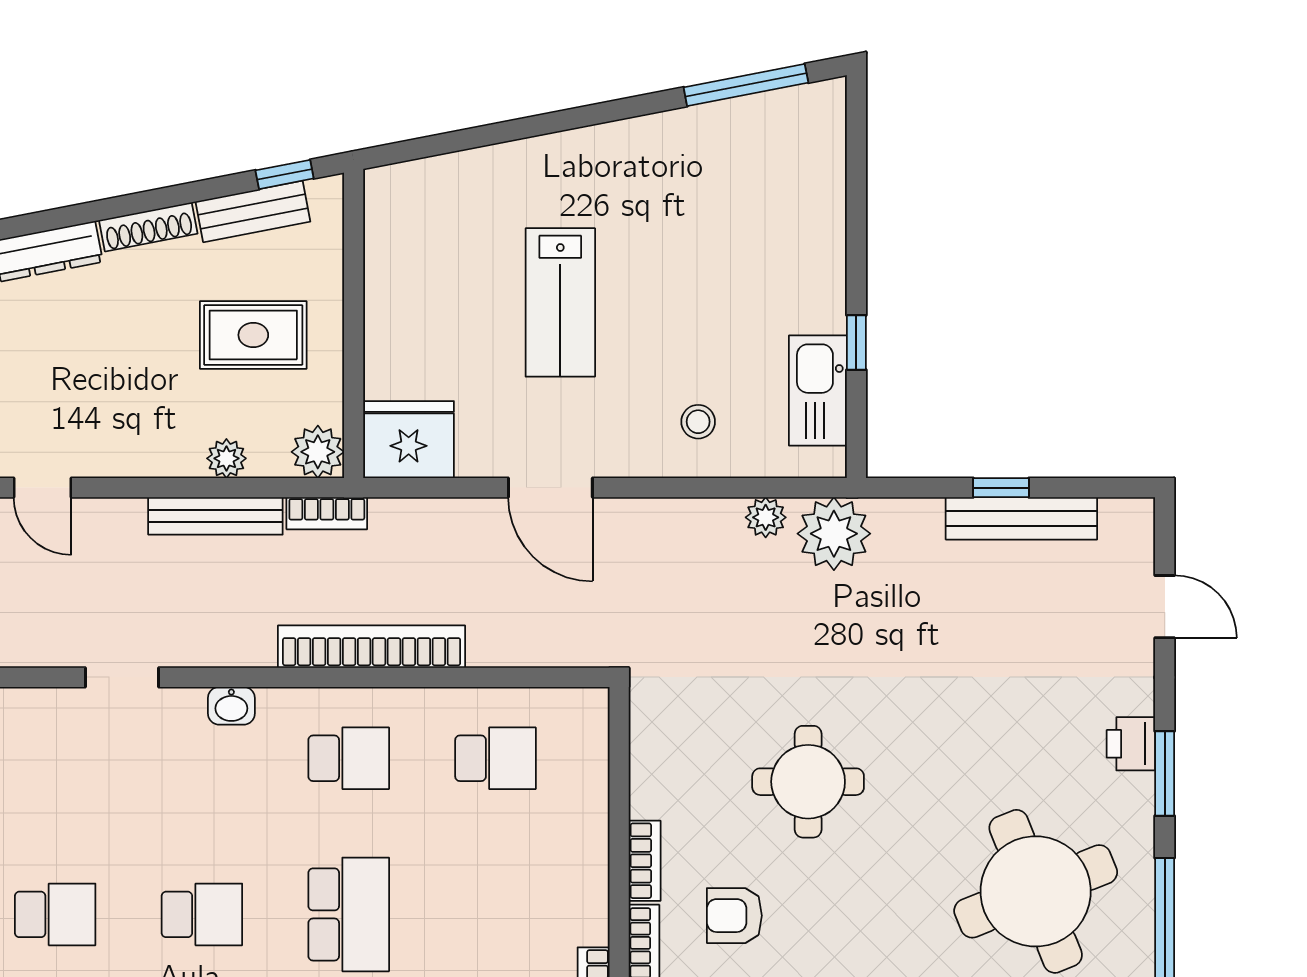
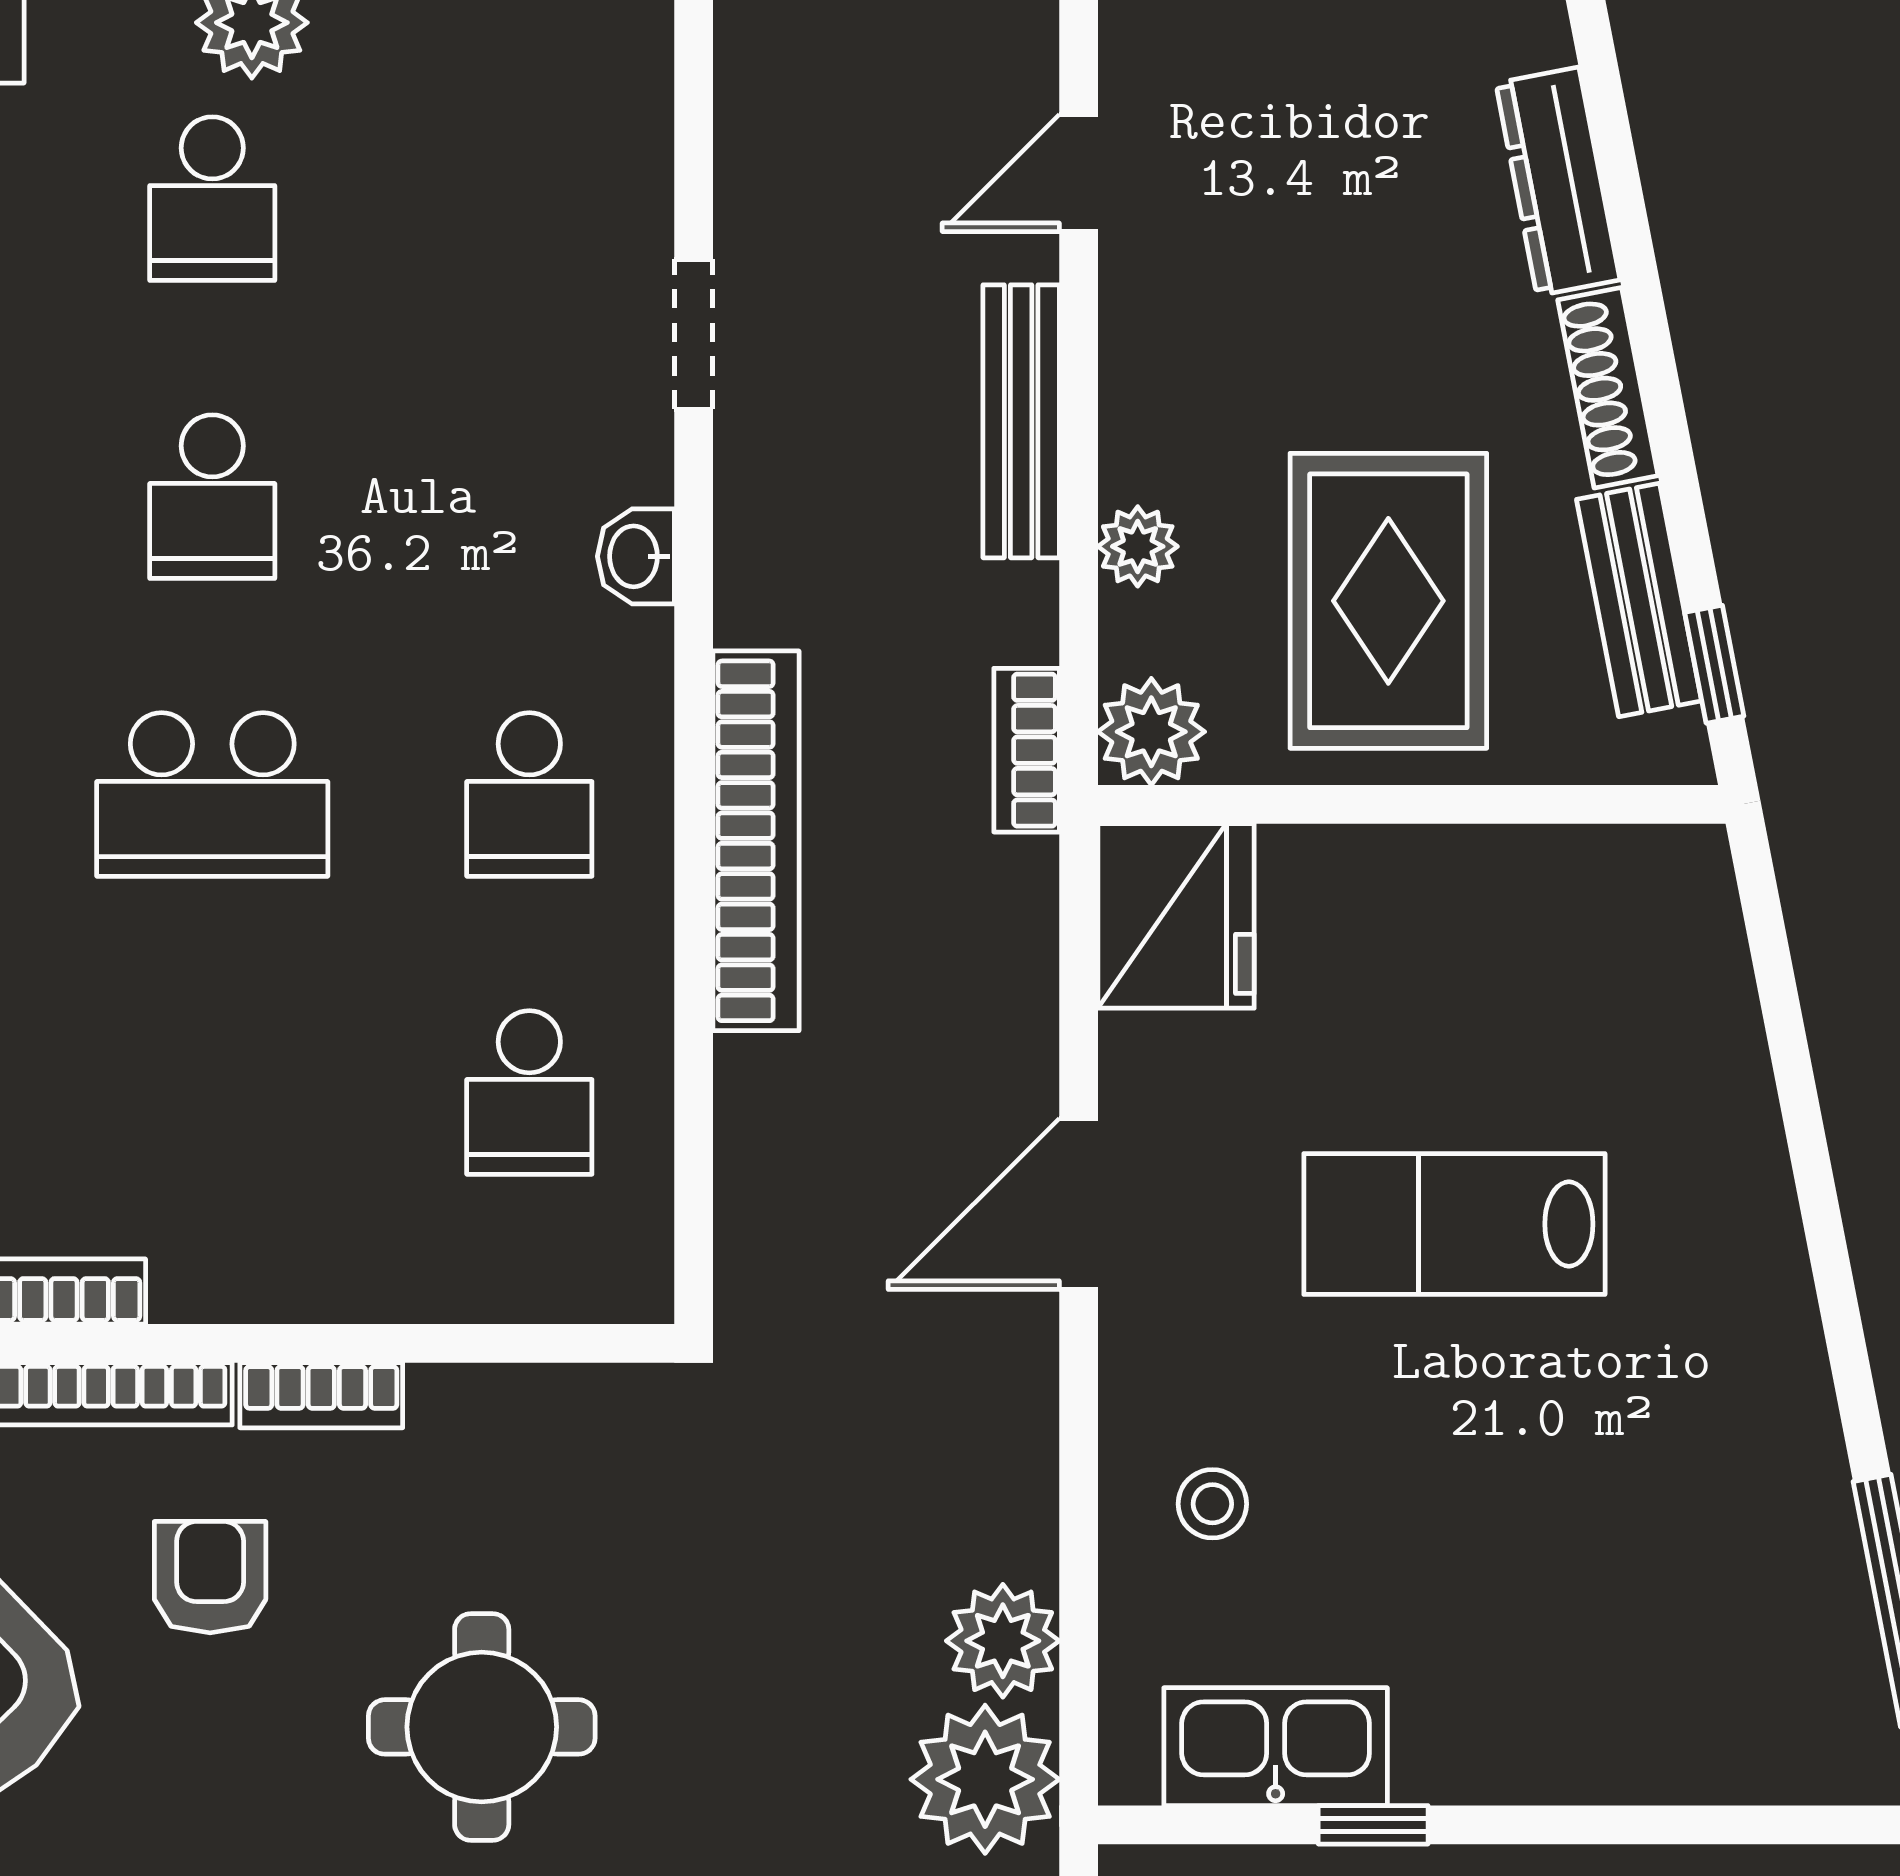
rug: (253, 335) -> (1388, 601), width x1.36, depth x1.43
bench: (215, 516) -> (1021, 421), moved
plant: (766, 517) -> (1003, 1641), width x1.38, depth x1.38

